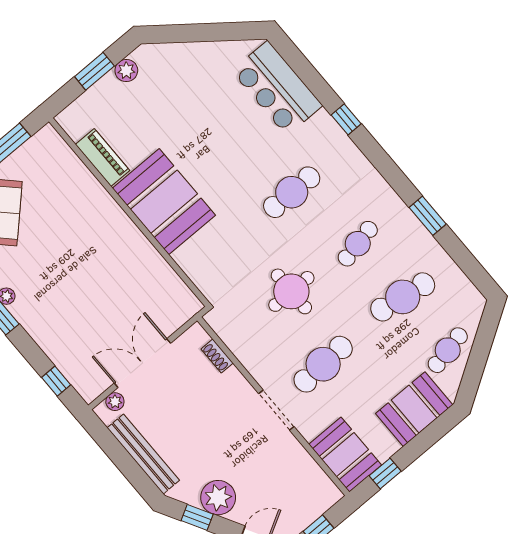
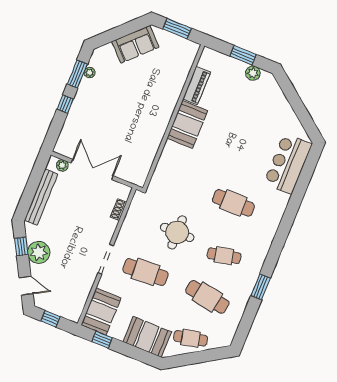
window: (346, 119) -> (291, 212), removed
booth: (164, 202) -> (187, 124), width x0.73, depth x0.70
window: (56, 381) -> (65, 104), moved

